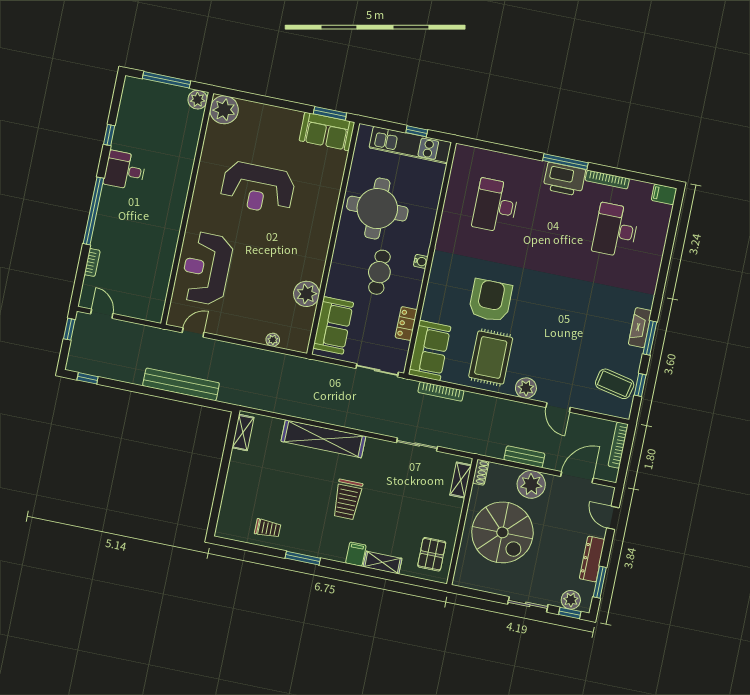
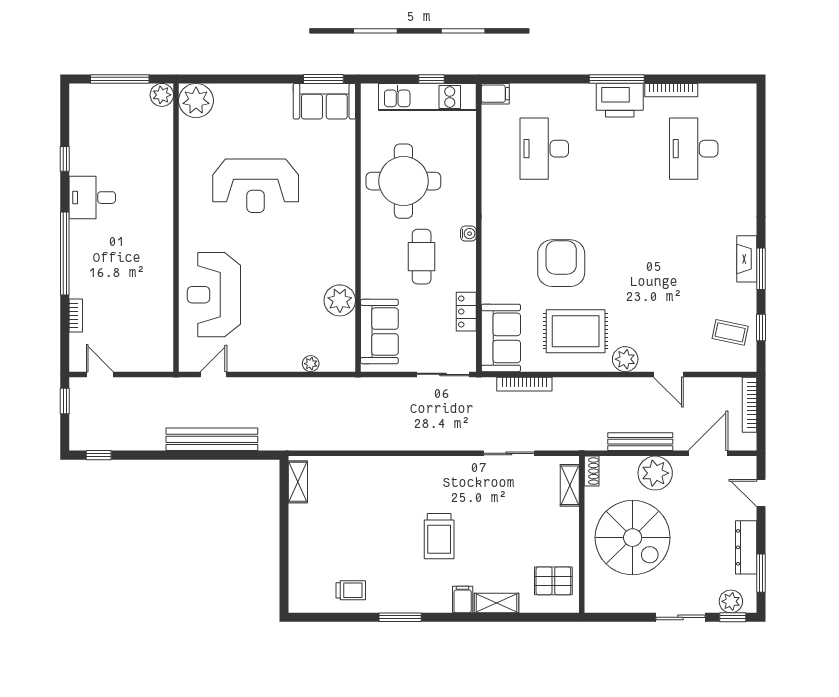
filing cabinet: (664, 194) -> (495, 94), moved, turned 180
rug: (491, 357) -> (576, 331), turned 90
coffee table: (615, 384) -> (730, 332), width x0.73, depth x0.77
shelving: (323, 439) -> (395, 470), removed
bench: (524, 457) -> (640, 442), width x1.36
pallet: (432, 554) -> (553, 581), turned 90

